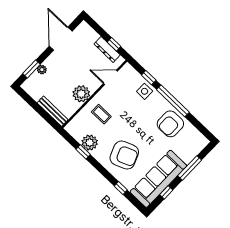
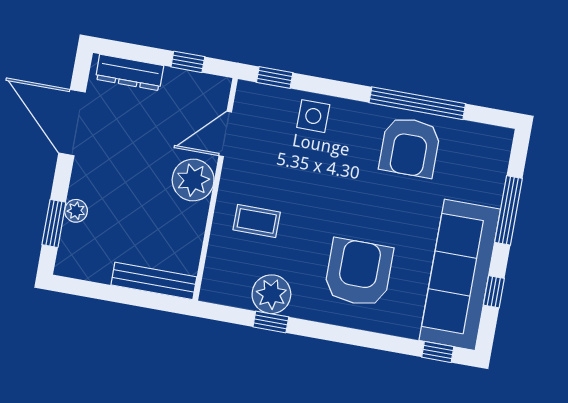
dresser: (107, 49) -> (130, 73), moved
window: (149, 78) -> (275, 77), moved
plant: (81, 94) -> (193, 180), moved
window: (173, 101) -> (417, 103), moved
armchair: (124, 155) -> (358, 273), turned -68
window: (121, 188) -> (438, 352), moved

